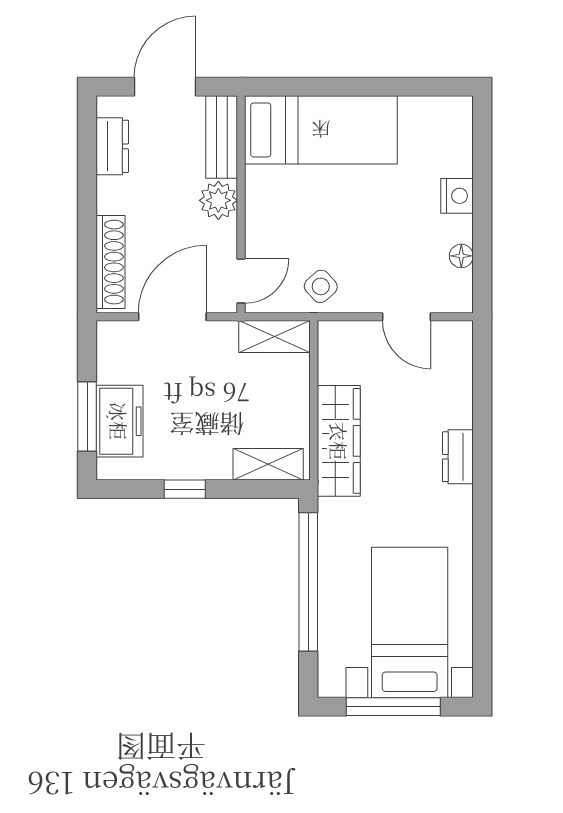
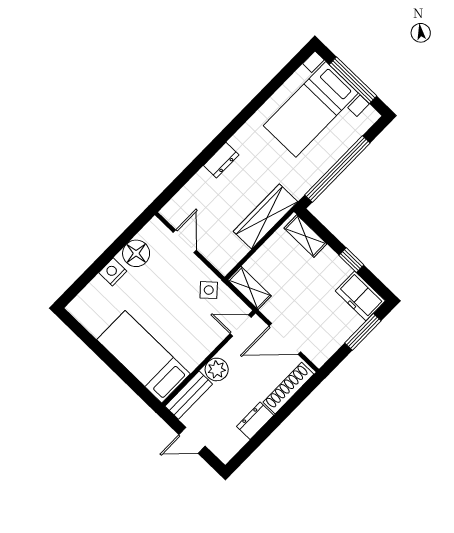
door: (165, 87) -> (192, 440), width x0.73
dresser: (112, 146) -> (255, 421), moved
floor lamp: (461, 256) -> (136, 253), width x1.89, depth x1.89
freezer: (119, 421) -> (360, 296), moved, turned -90

